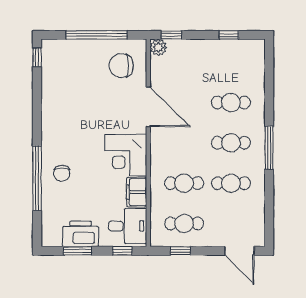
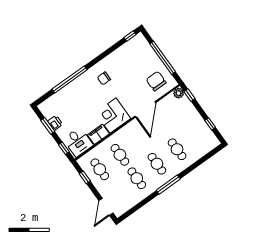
chair: (62, 173) -> (104, 78), moved
printer: (81, 234) -> (55, 123), width x0.53, depth x0.68

